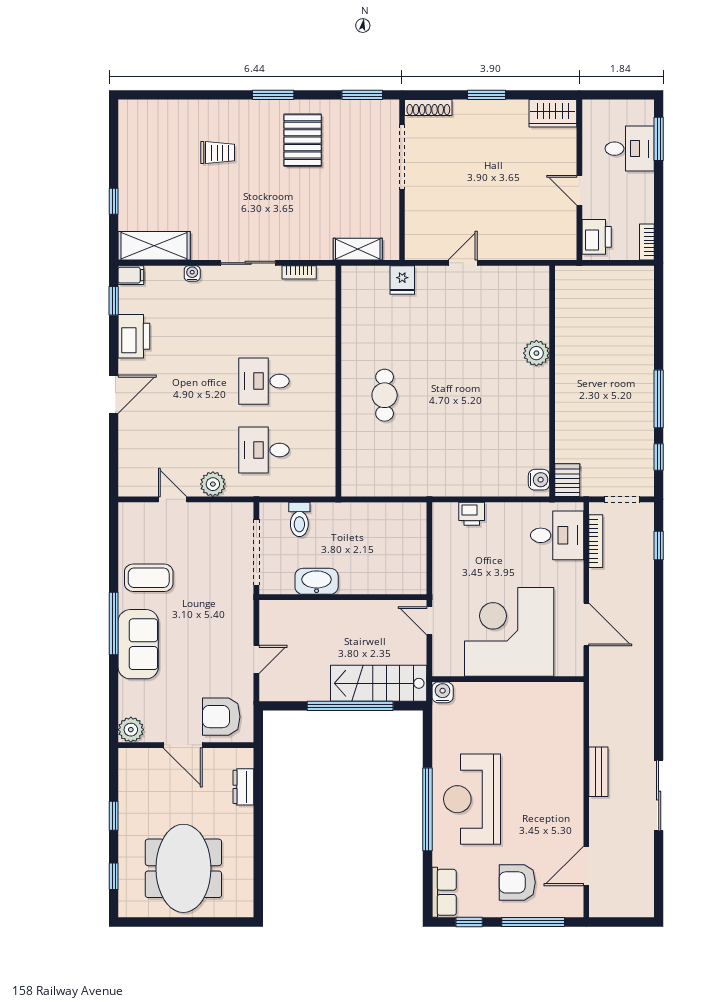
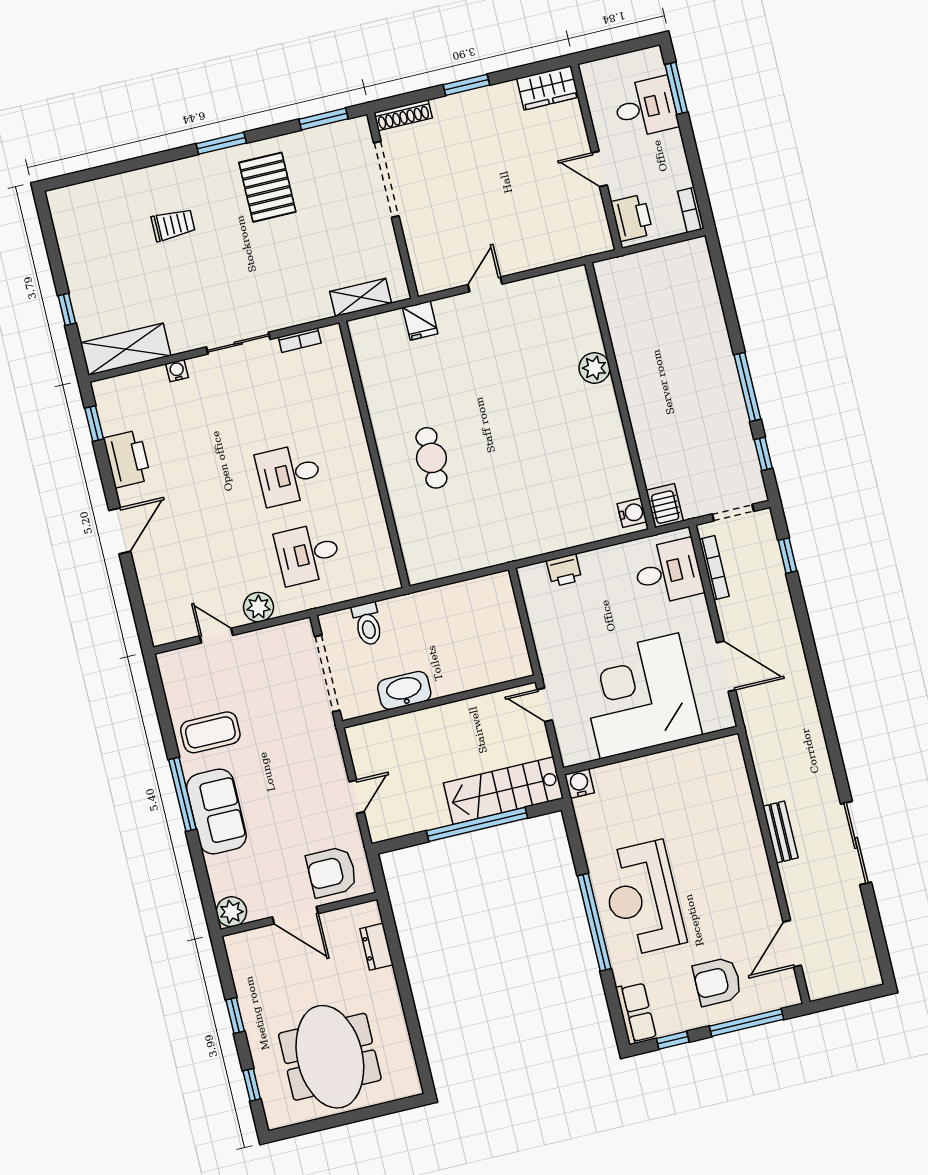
filing cabinet: (131, 275) -> (107, 389), removed

